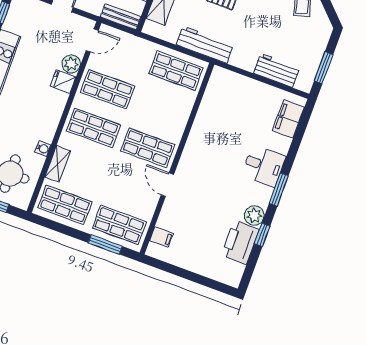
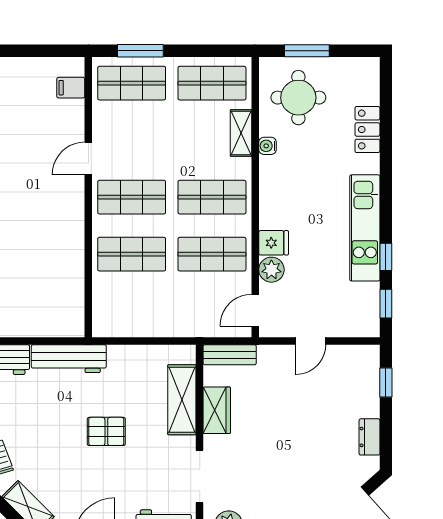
workbench: (205, 45) -> (69, 359), moved
shop shelf: (176, 71) -> (132, 254), moved
door: (167, 185) -> (88, 159), swing flipped

